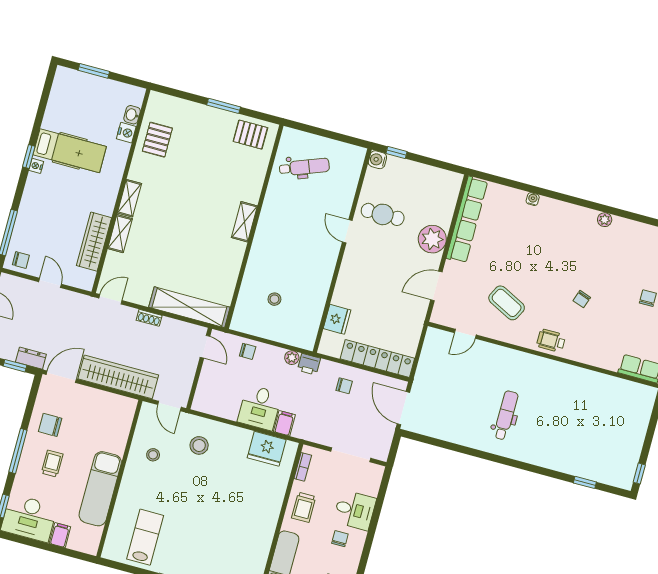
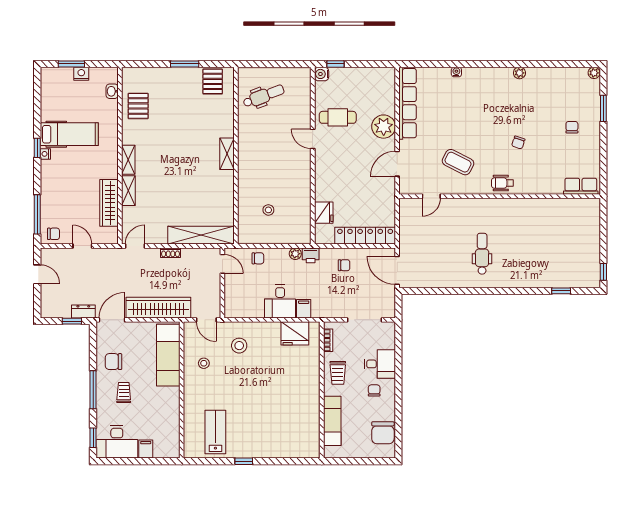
nightstand: (126, 133) -> (81, 74), moved, turned -90
pallet: (250, 135) -> (213, 81), turned 90
exam couch: (100, 489) -> (168, 355), moved

